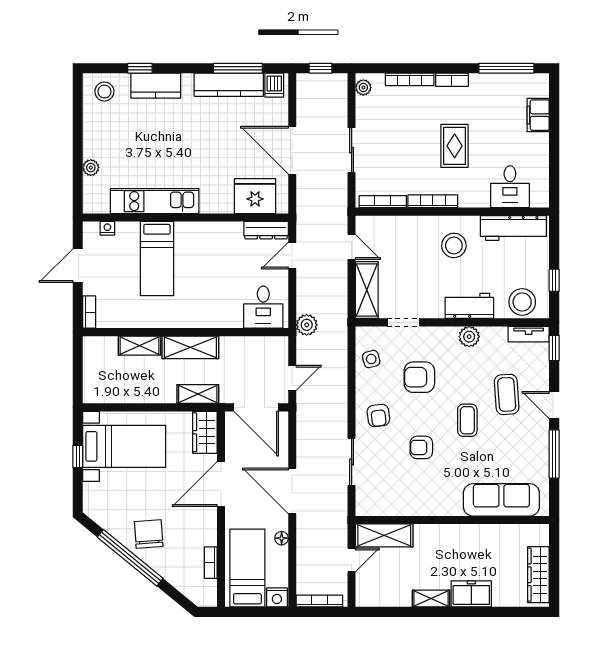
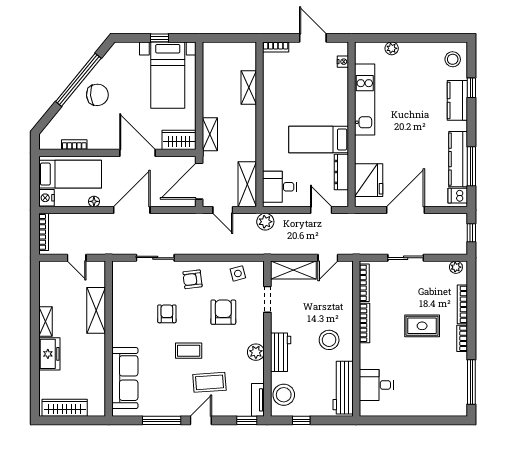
filing cabinet: (538, 115) -> (434, 408), removed
rug: (455, 146) -> (422, 326), moved
dresser: (266, 230) -> (341, 172), moved
bed: (157, 259) -> (319, 139), moved
shelving: (190, 347) -> (247, 184), moved
shelving: (384, 535) -> (96, 310), moved

